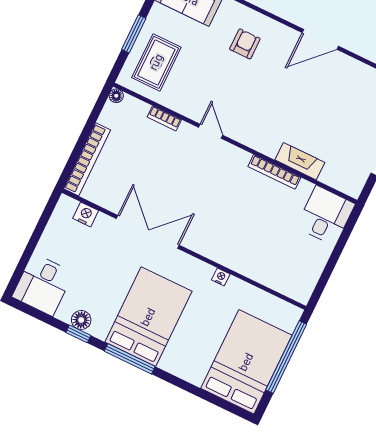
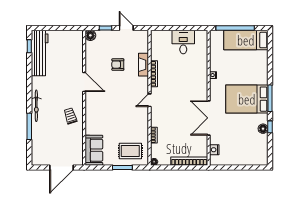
armchair: (245, 44) -> (118, 65), moved
door: (211, 131) -> (150, 100), moved
desk: (326, 216) -> (183, 42), moved, turned 90
desk: (43, 285) -> (255, 154), removed
bed: (246, 362) -> (246, 40), width x0.67

